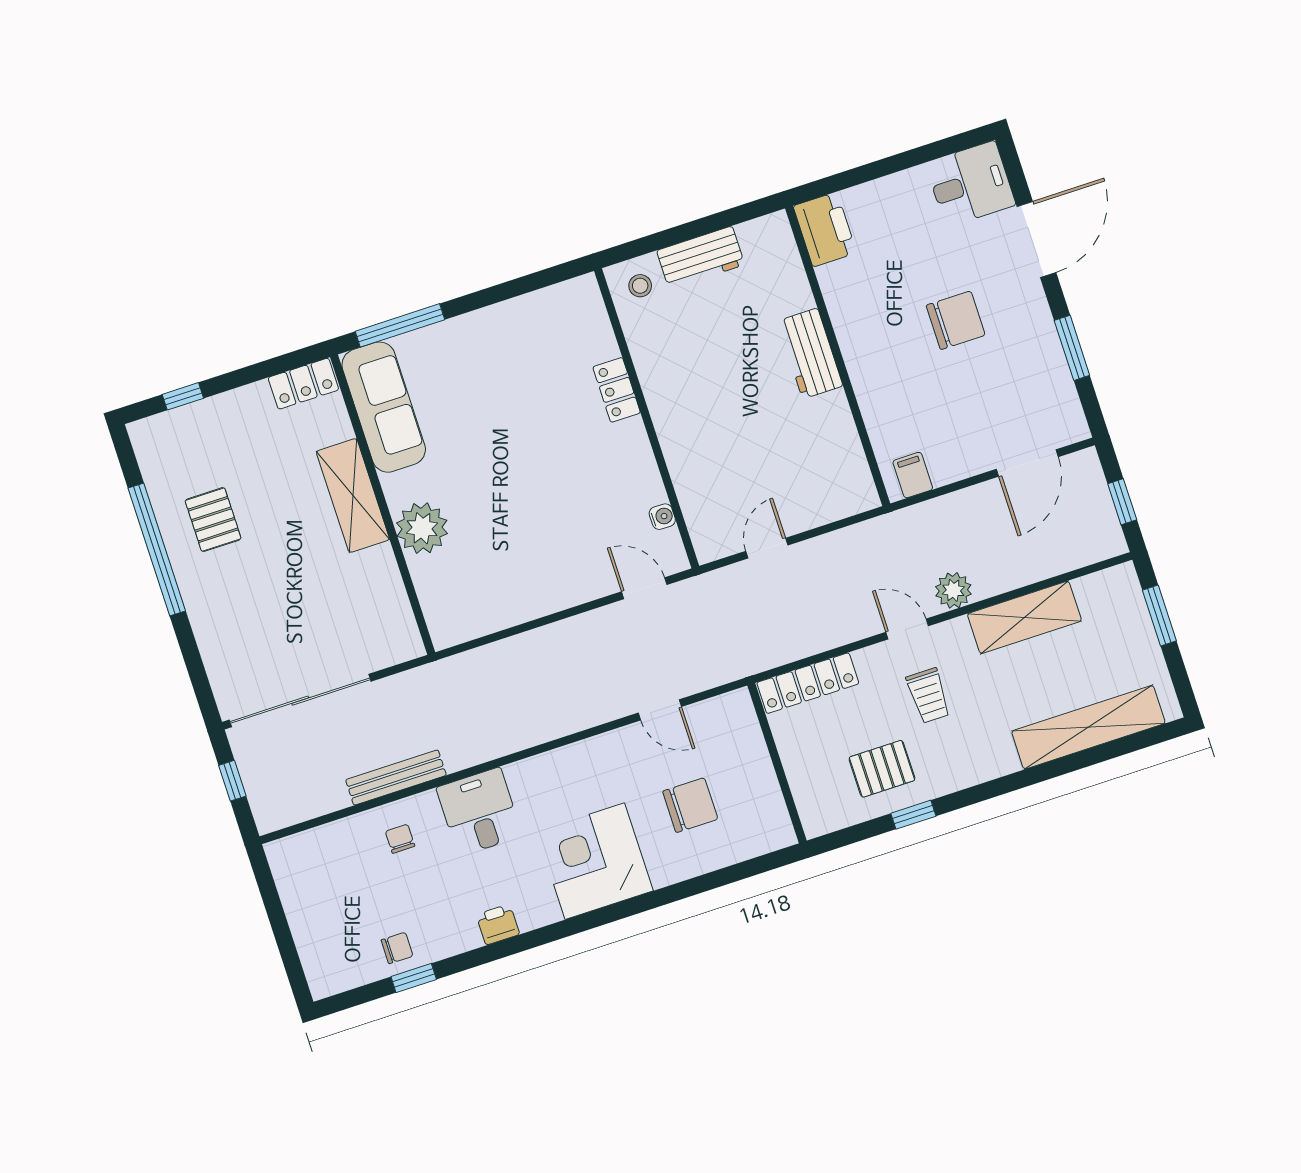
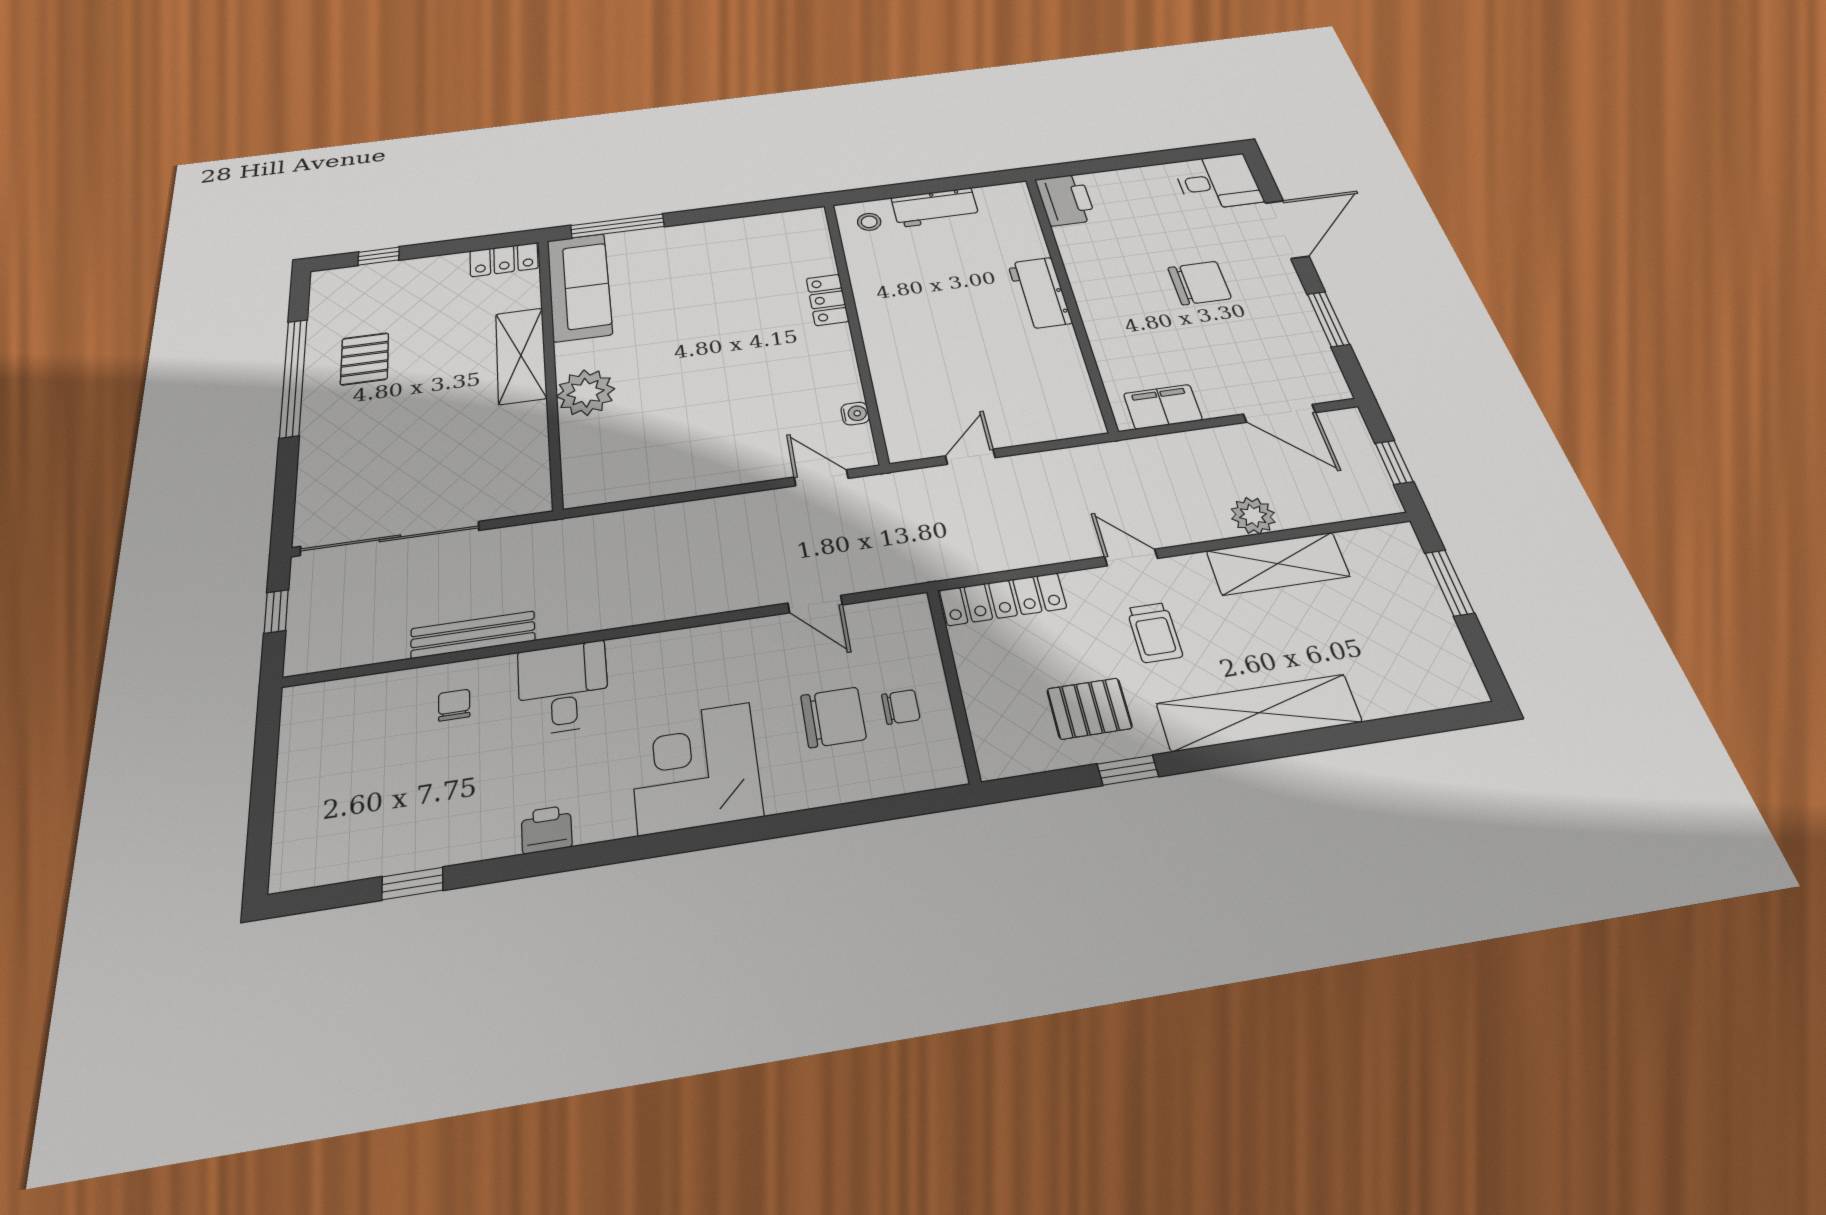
door: (1027, 463) -> (1279, 413), hinge flipped
filing cabinet: (913, 475) -> (1163, 407), width x2.00
plant: (953, 590) -> (1253, 516), moved
shelving: (1088, 727) -> (1259, 713), moved
chair: (397, 948) -> (901, 707), moved

